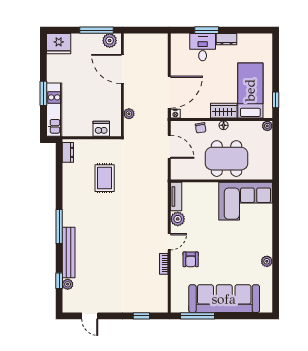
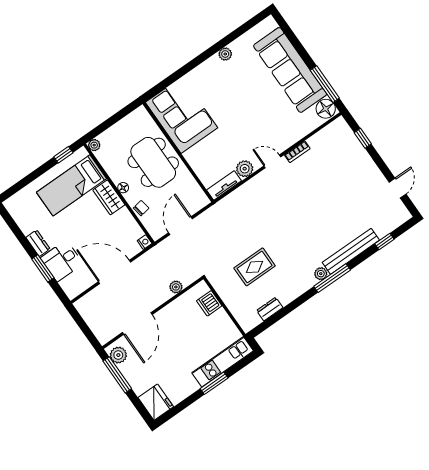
door: (169, 92) -> (115, 272), moved
dresser: (68, 152) -> (270, 309), moved
armchair: (191, 259) -> (275, 129), removed
plant: (68, 284) -> (321, 274), moved
floor lamp: (180, 304) -> (326, 109), added

